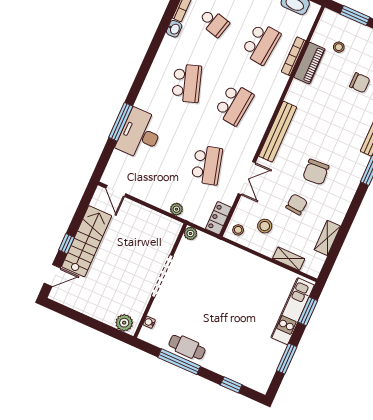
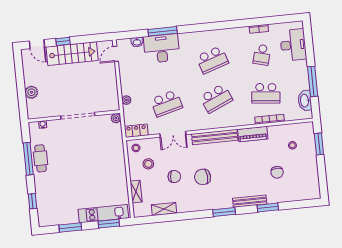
washbasin: (174, 29) -> (137, 42), moved
piano: (309, 63) -> (253, 134), moved
school desk: (234, 104) -> (216, 98), turned -30
plant: (124, 323) -> (31, 92), moved

